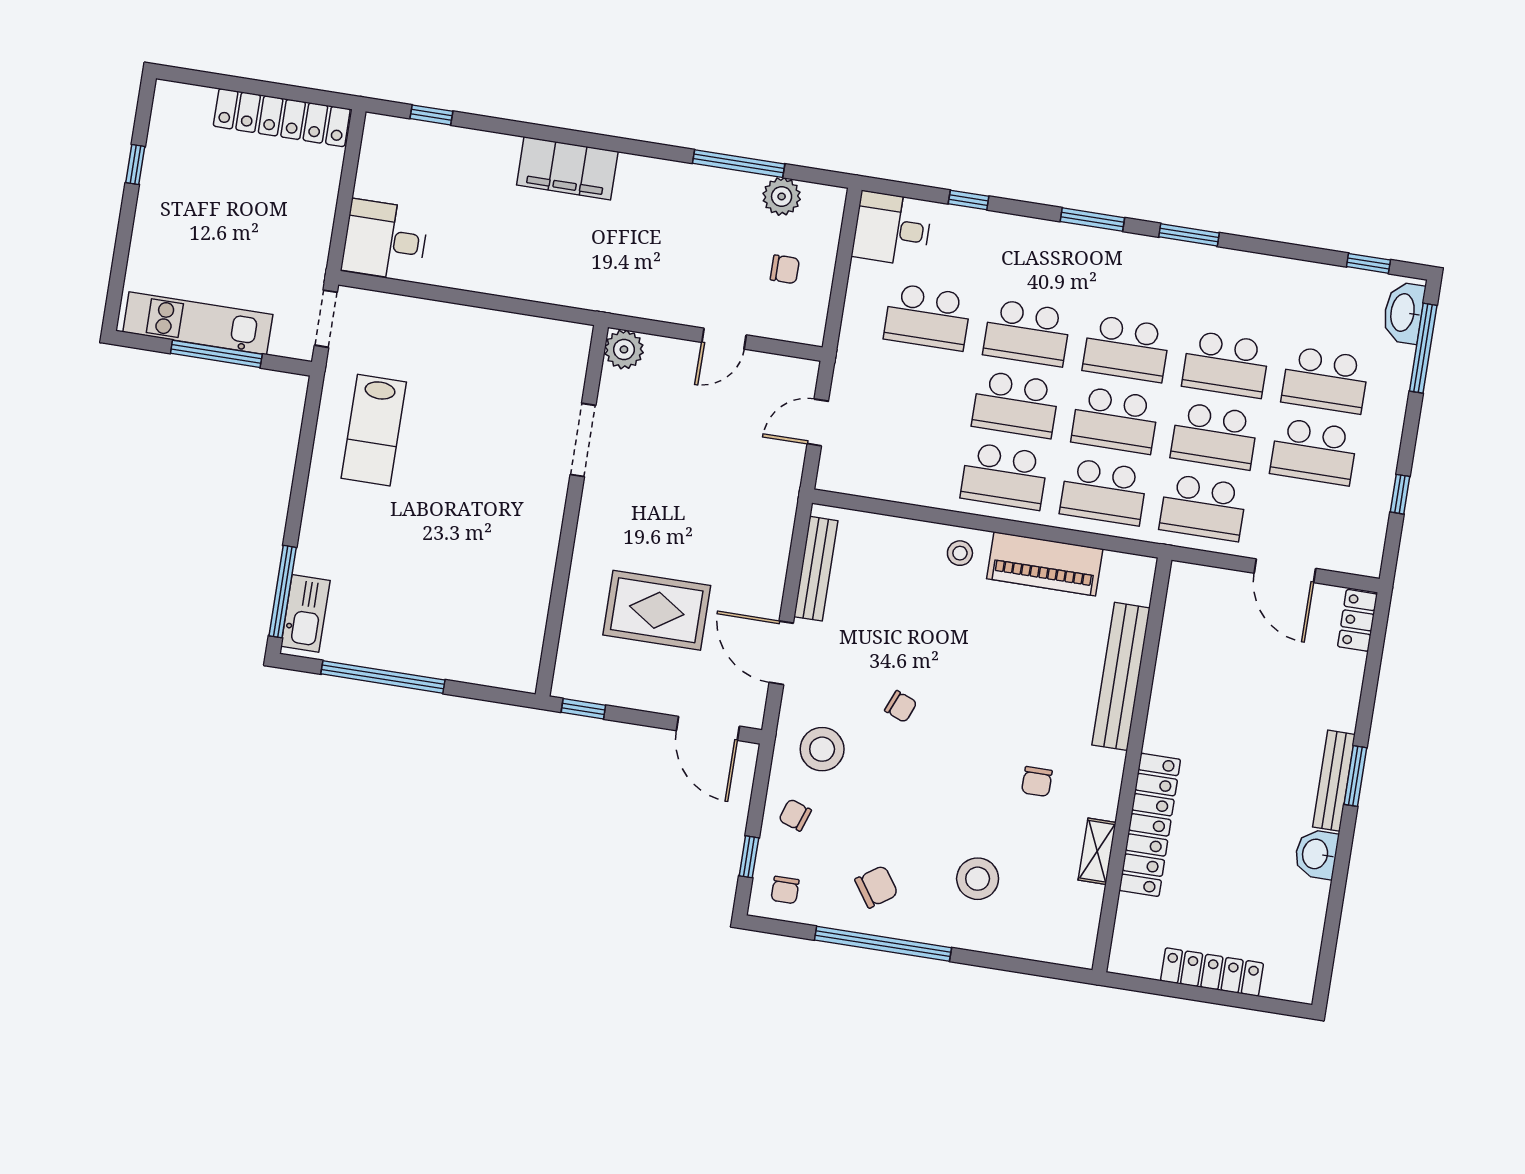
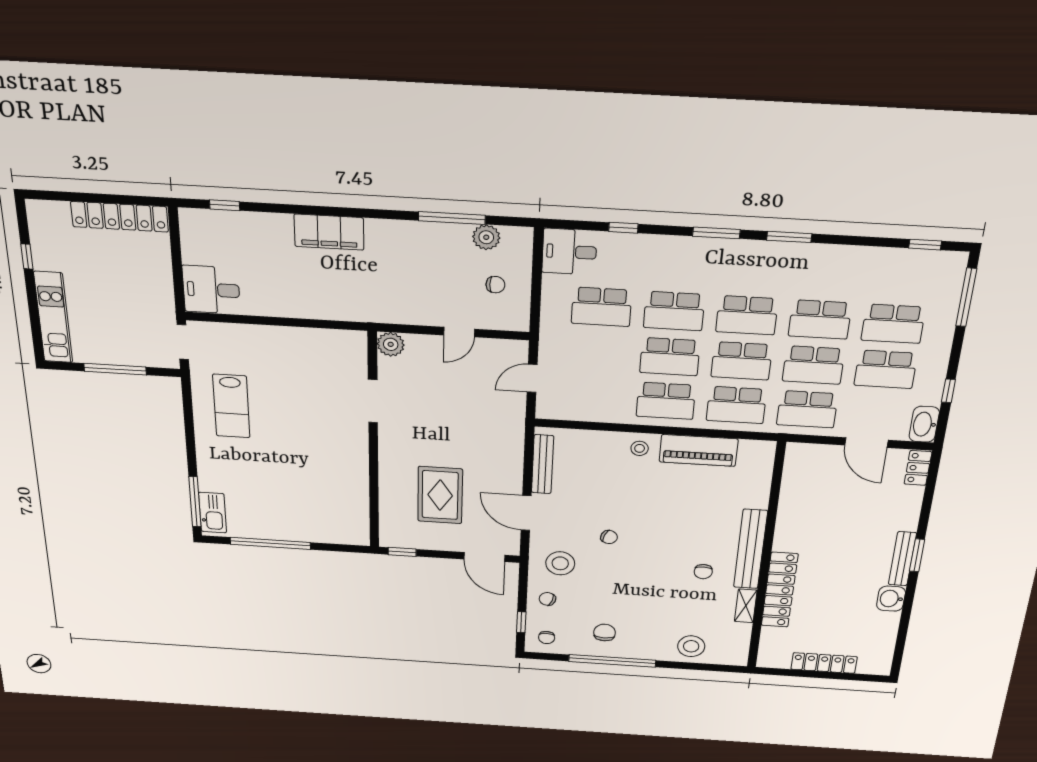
washbasin: (1404, 313) -> (924, 424), moved
kitchen unit: (198, 323) -> (53, 317), moved, turned 90
rug: (657, 610) -> (440, 495), turned 90
bench: (1121, 676) -> (751, 549), moved
stool: (978, 879) -> (691, 646), moved
chair: (876, 887) -> (605, 632), turned -55

